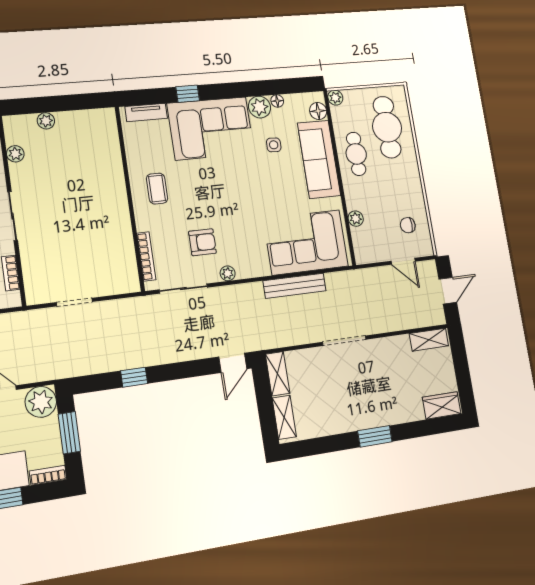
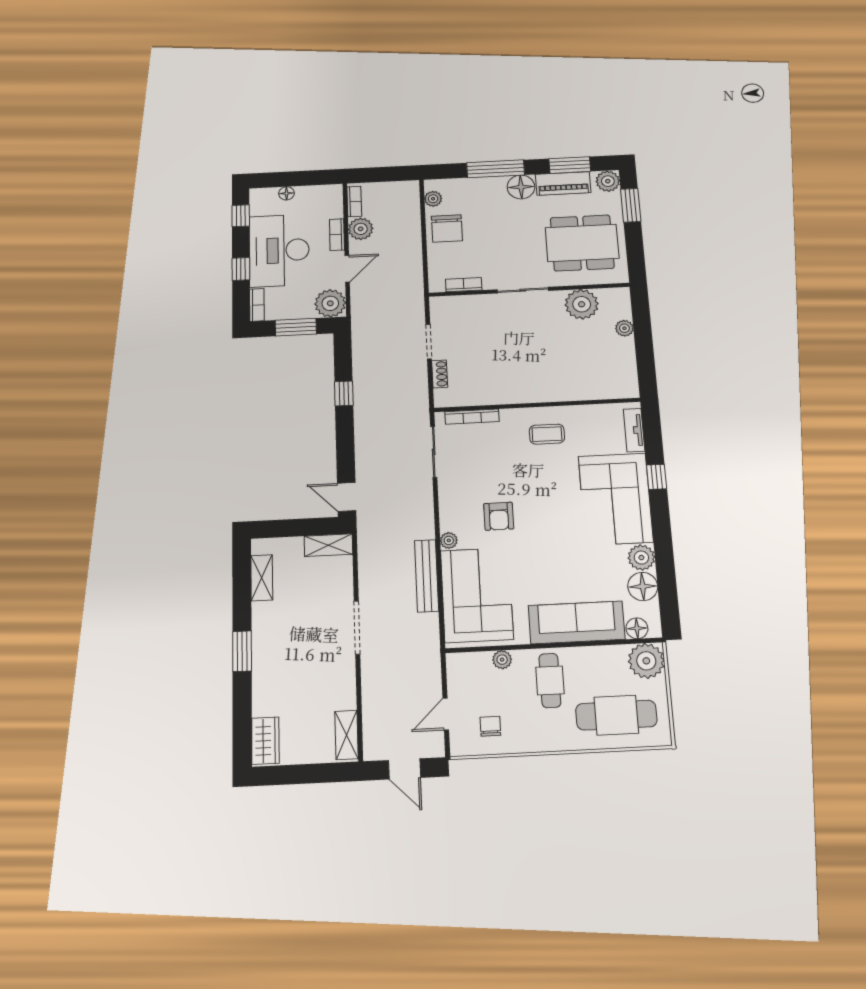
plant: (335, 98) -> (646, 661), width x1.88, depth x1.88
floor lamp: (277, 101) -> (643, 586), width x1.89, depth x1.89
side table: (274, 145) -> (595, 569), removed
plant: (15, 154) -> (582, 304), width x1.88, depth x1.88
cafe table: (356, 154) -> (550, 680), moved, turned 90
armchair: (202, 242) -> (499, 516), moved
plant: (228, 273) -> (449, 540), moved
shoe rack: (107, 289) -> (440, 374), added
shelving: (284, 417) -> (262, 578), moved, turned 90

